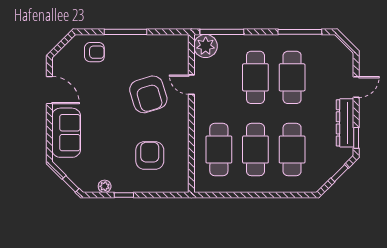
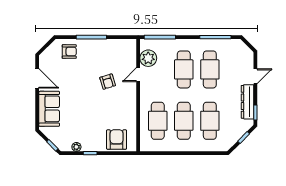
plant: (206, 46) -> (148, 58), moved
door: (191, 85) -> (138, 75), hinge flipped
armchair: (148, 94) -> (108, 82), width x0.53, depth x0.53
armchair: (150, 155) -> (117, 140), moved

